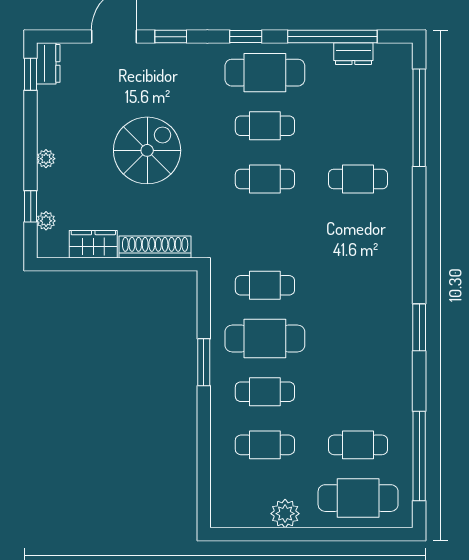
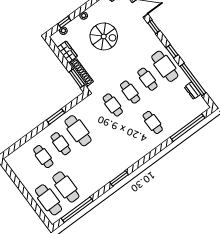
spiral stairs: (147, 150) -> (104, 36), moved
window: (160, 264) -> (77, 78), added
cafe table: (265, 285) -> (113, 105), moved
cafe table: (358, 445) -> (66, 187), width x1.37, depth x1.35
plant: (285, 514) -> (26, 180), removed

